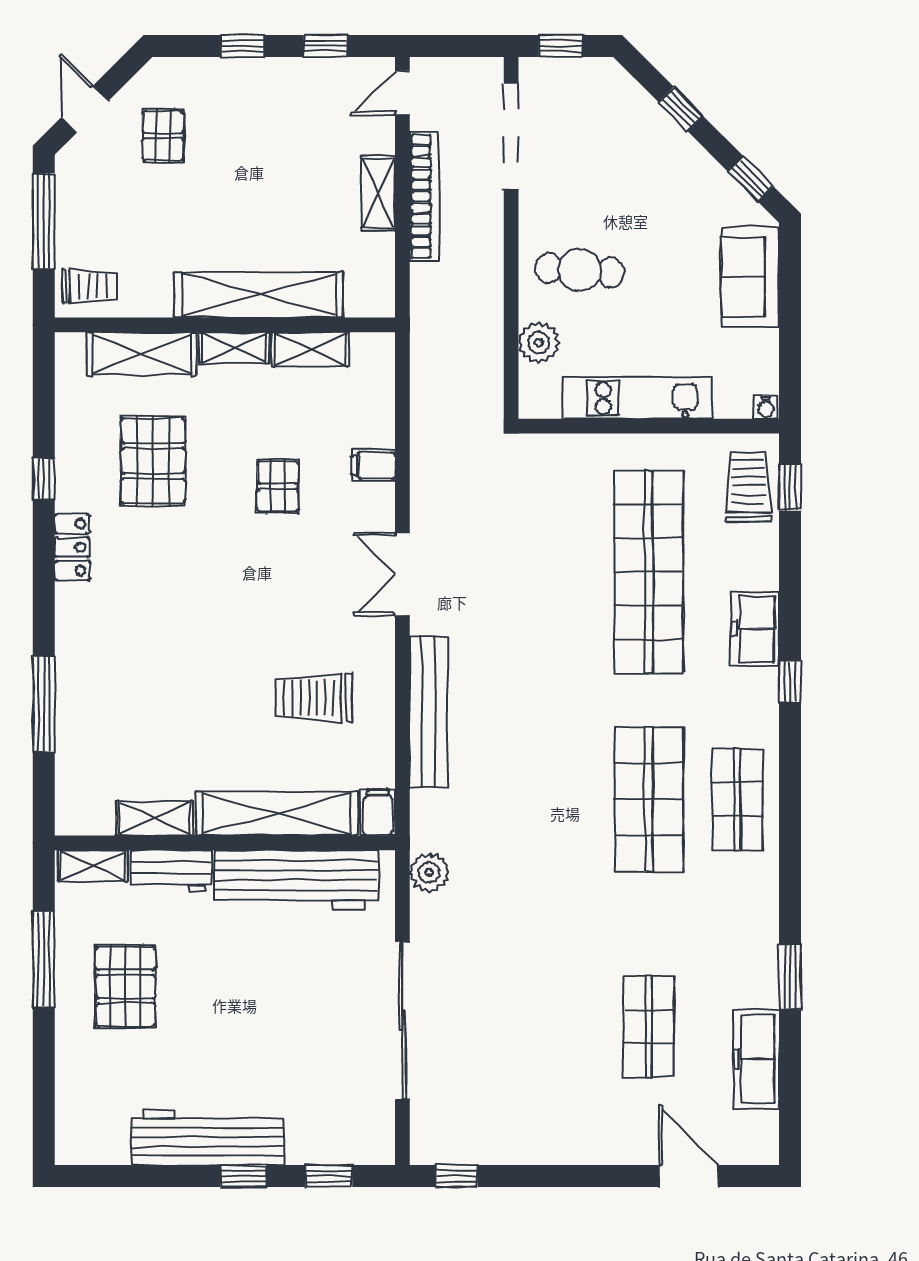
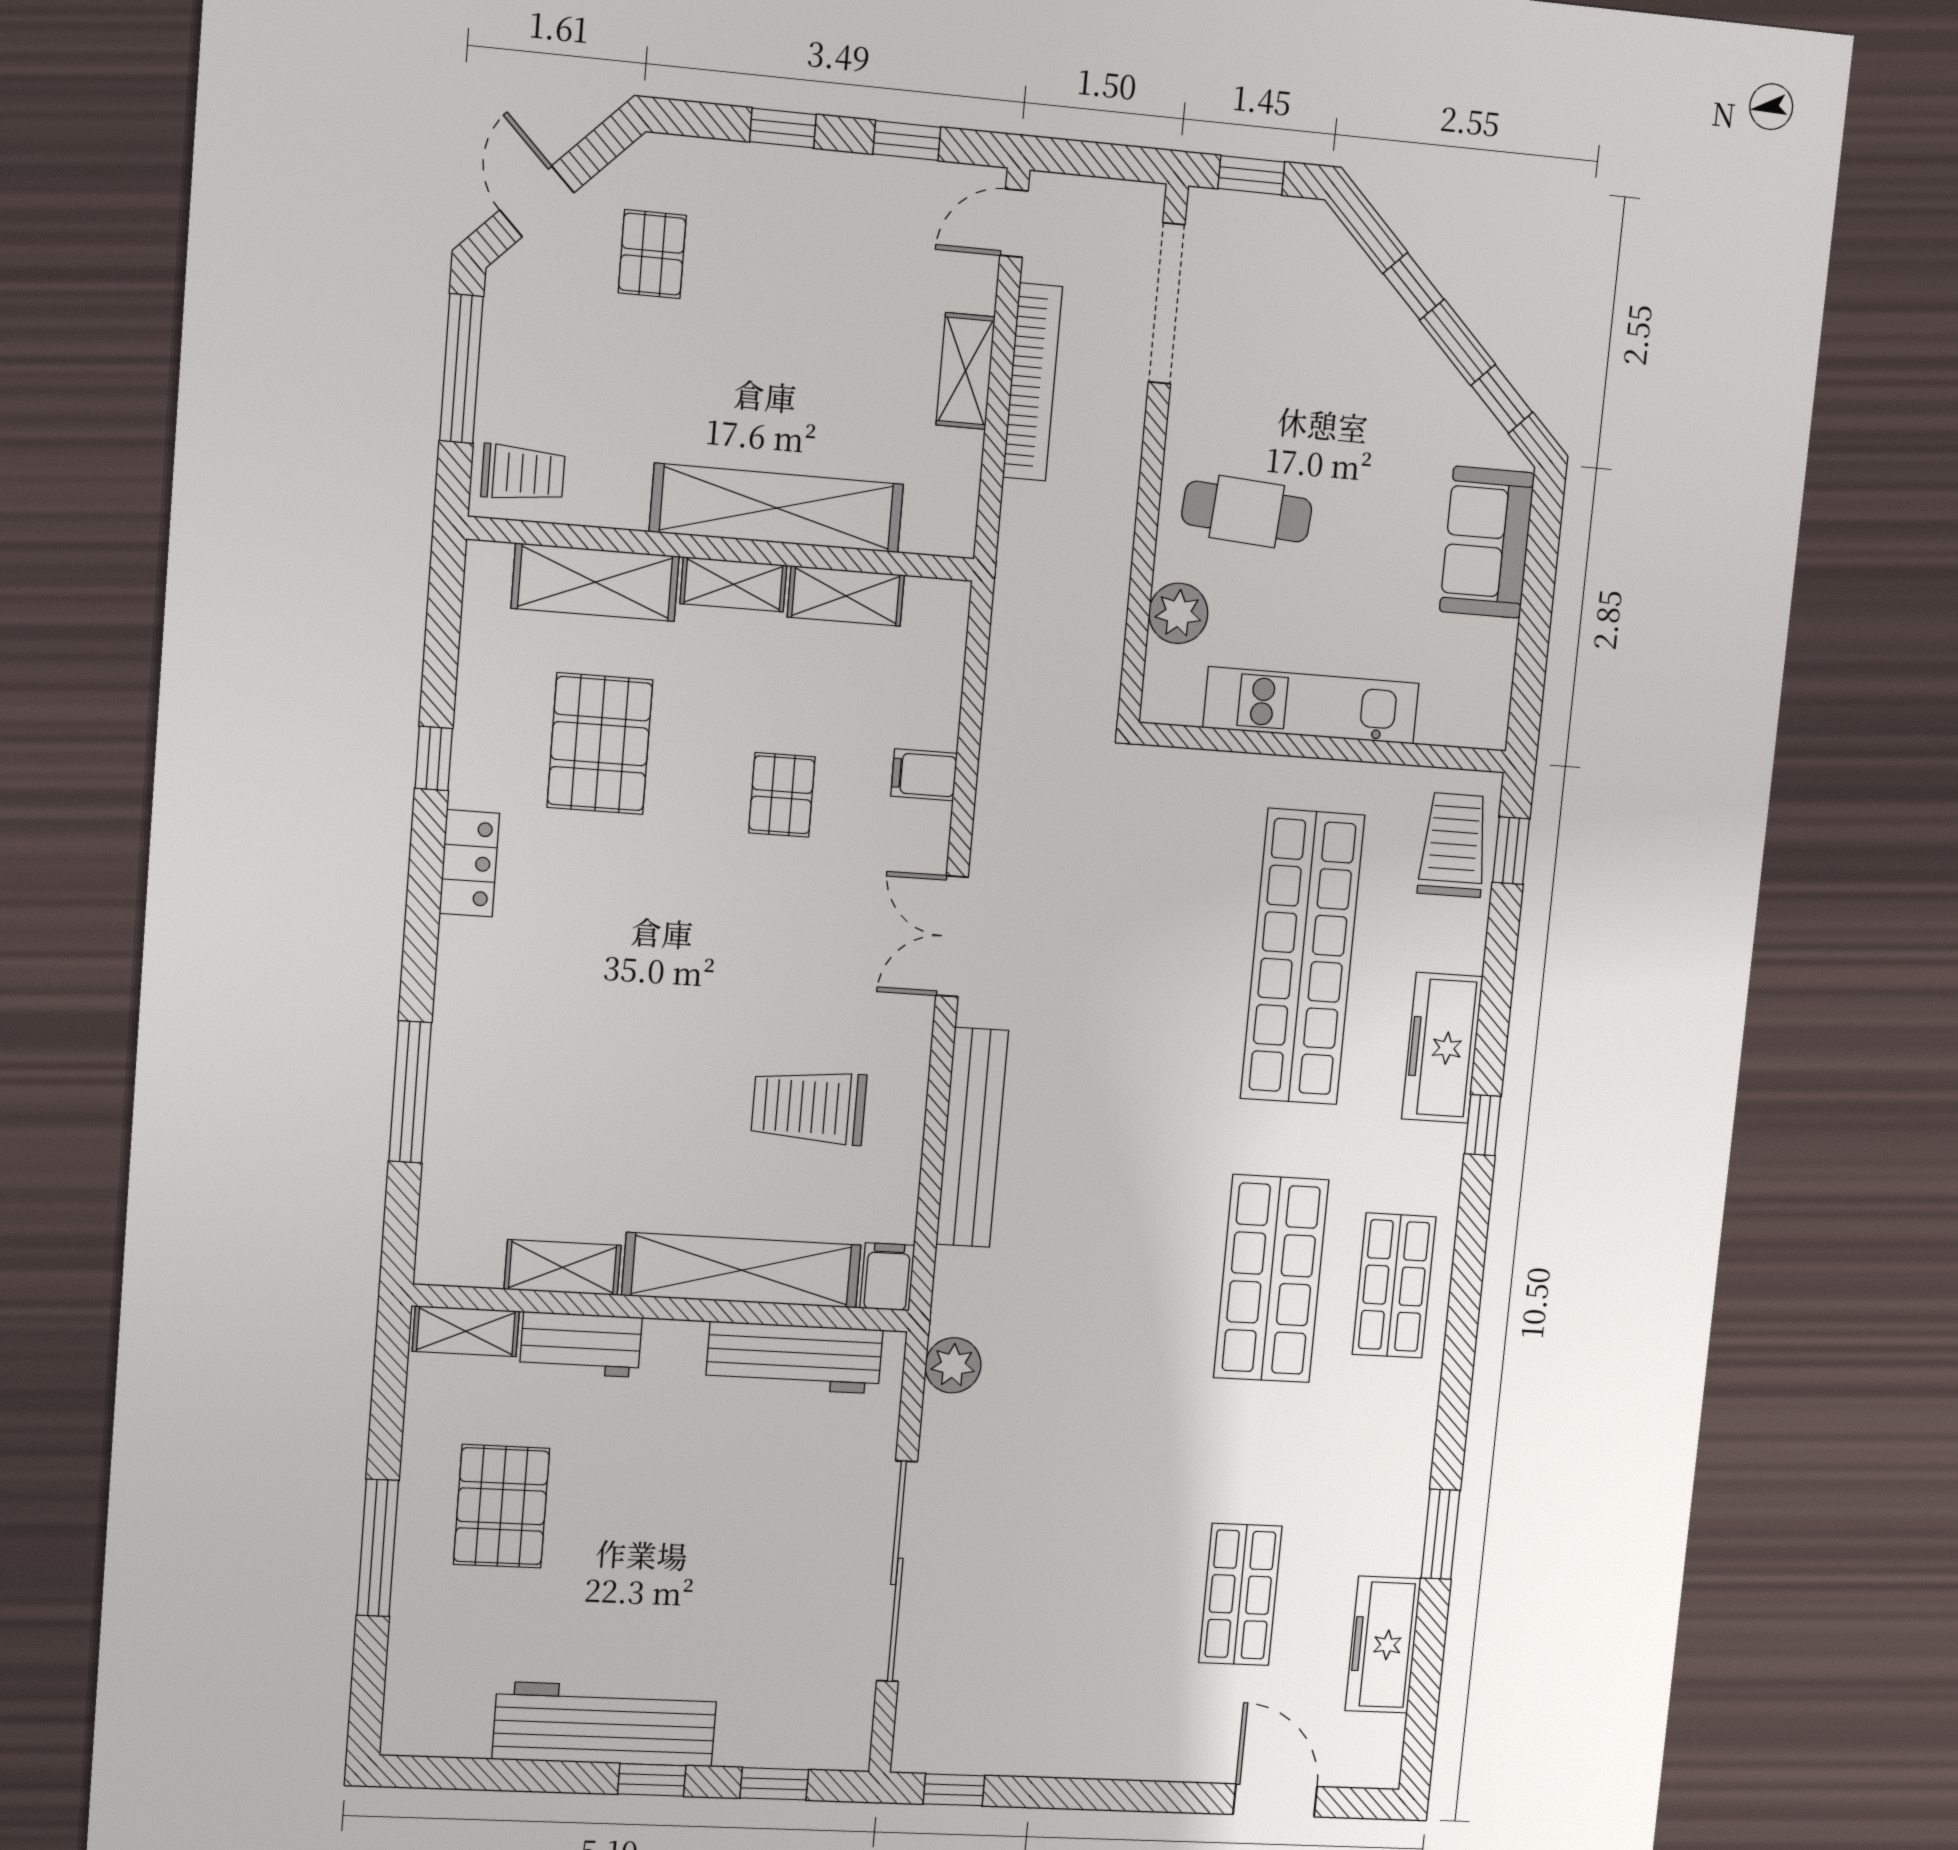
water cooler: (766, 407) -> (1490, 733), removed
freezer: (755, 629) -> (1442, 1048), width x1.40
workbench: (296, 880) -> (794, 1358), width x0.73, depth x0.76
window: (44, 959) -> (378, 1548), moved

